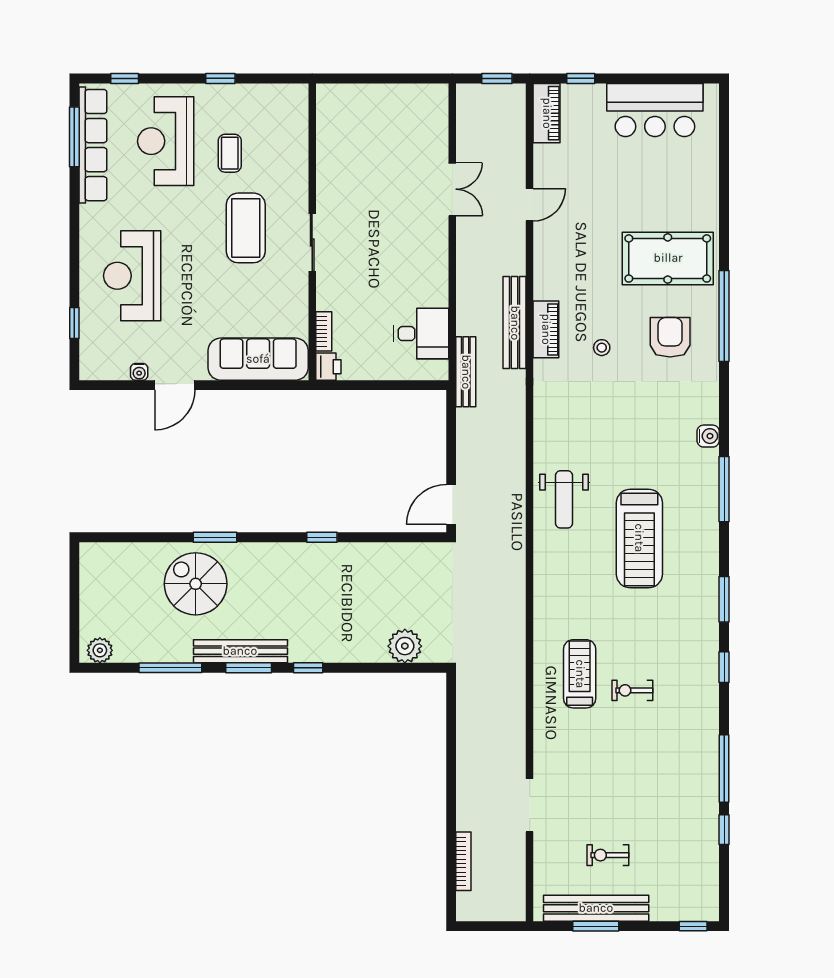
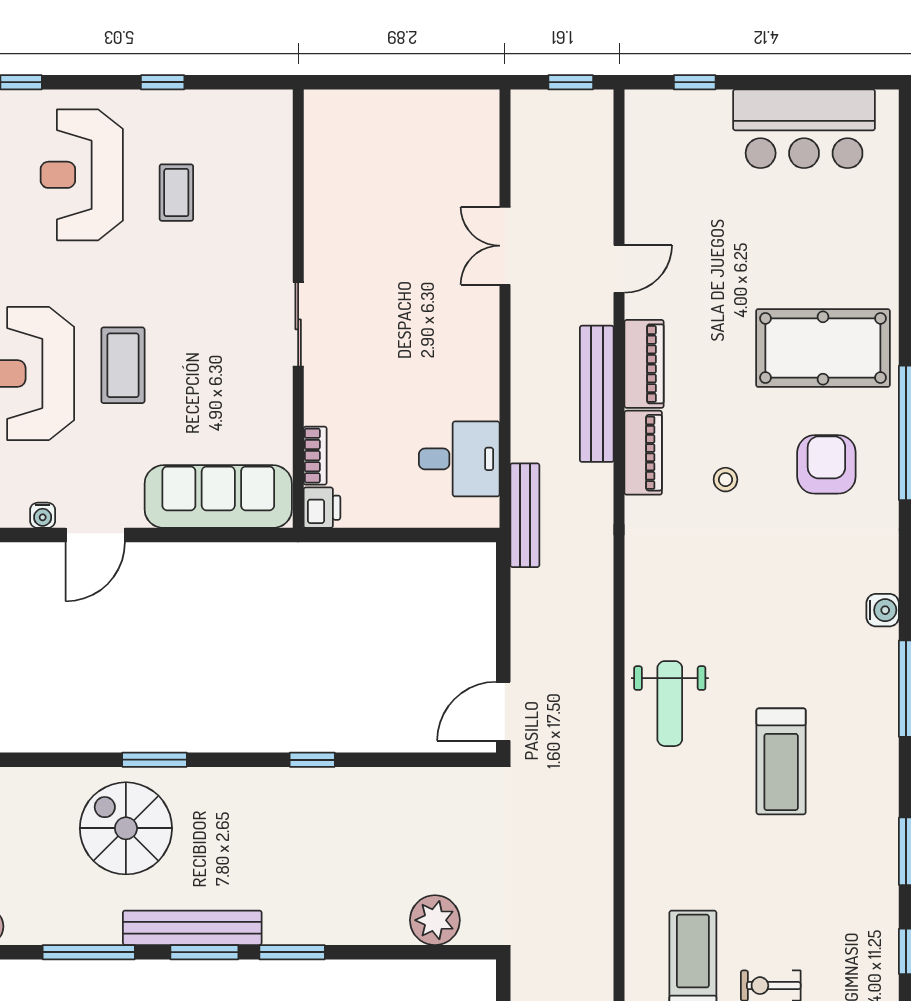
piano: (547, 113) -> (644, 364), moved
double door: (452, 189) -> (505, 246), swing flipped
coffee table: (246, 228) -> (123, 365), moved, width x0.73, depth x0.76
bench: (515, 323) -> (597, 394), moved
treadmill: (639, 538) -> (781, 761), width x0.73, depth x0.73
window: (308, 668) -> (292, 952), width x1.50

